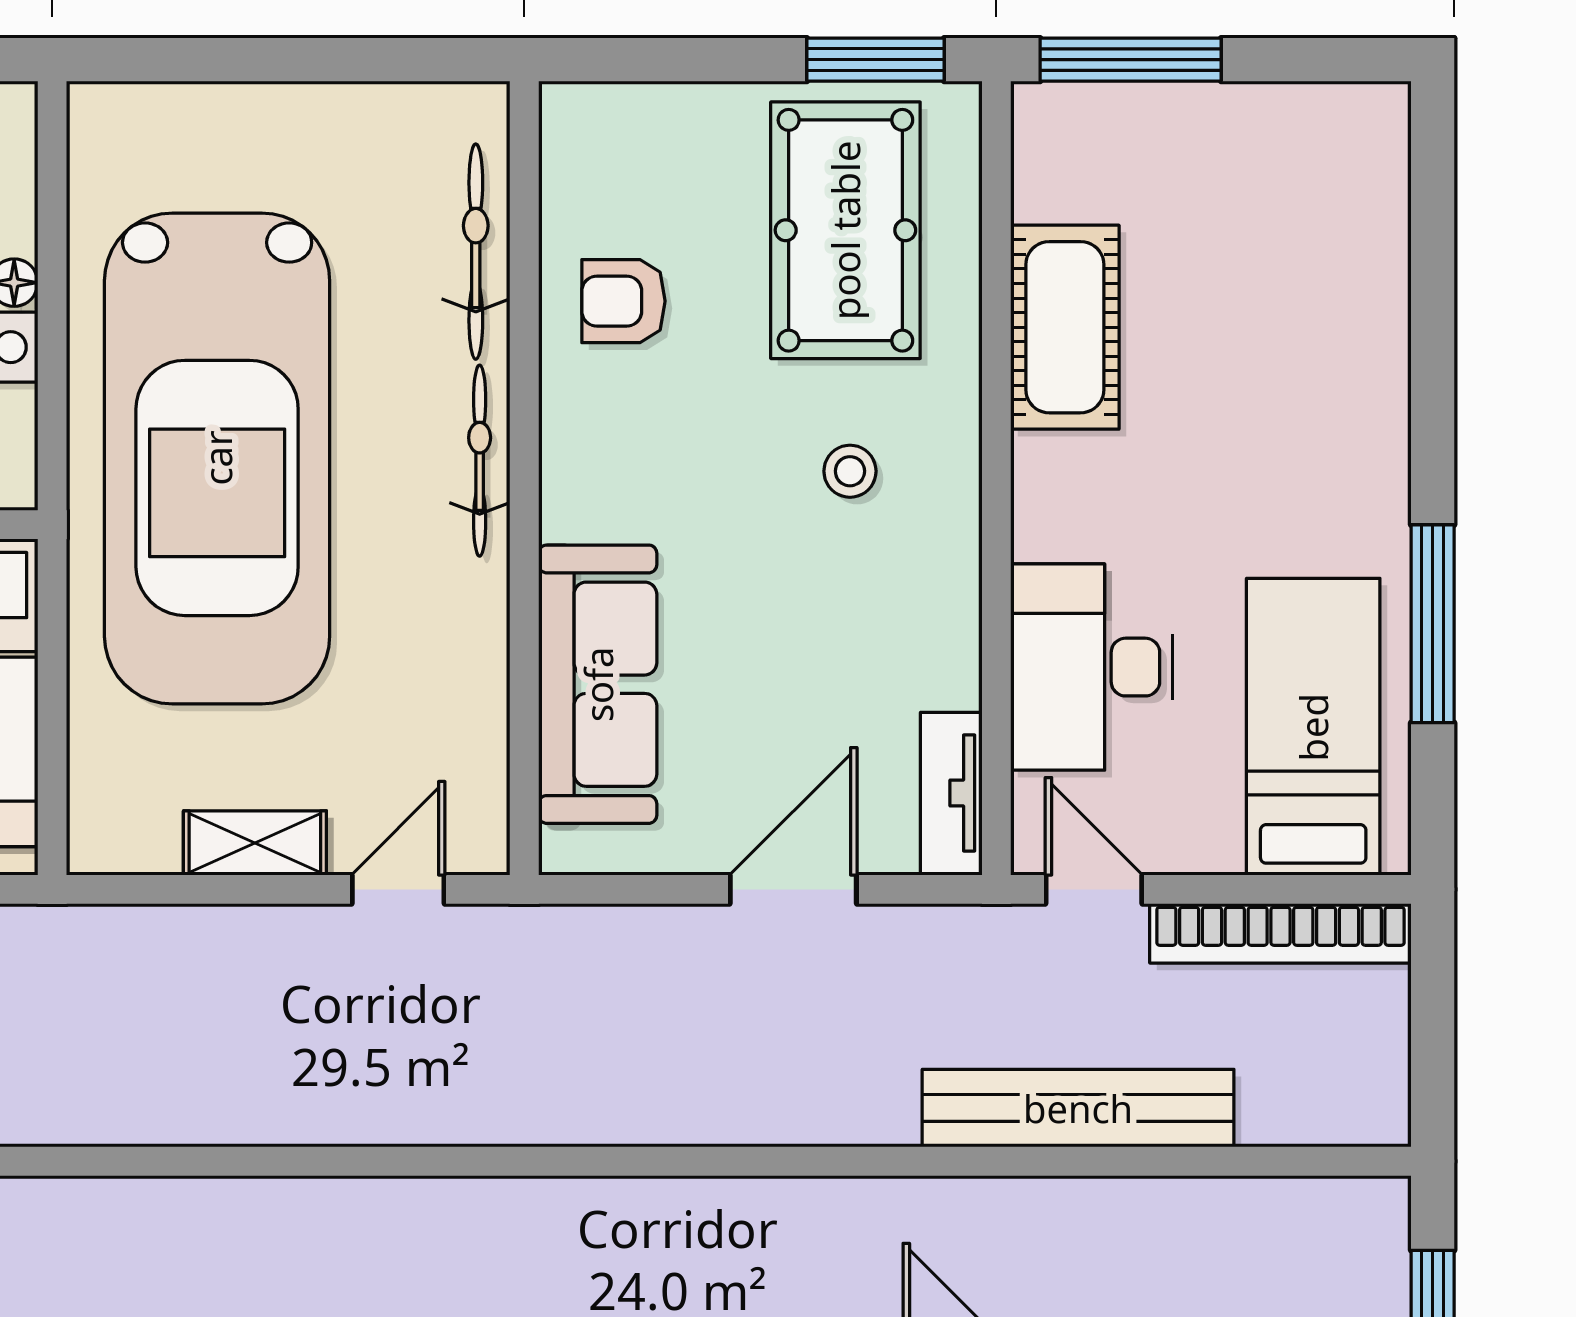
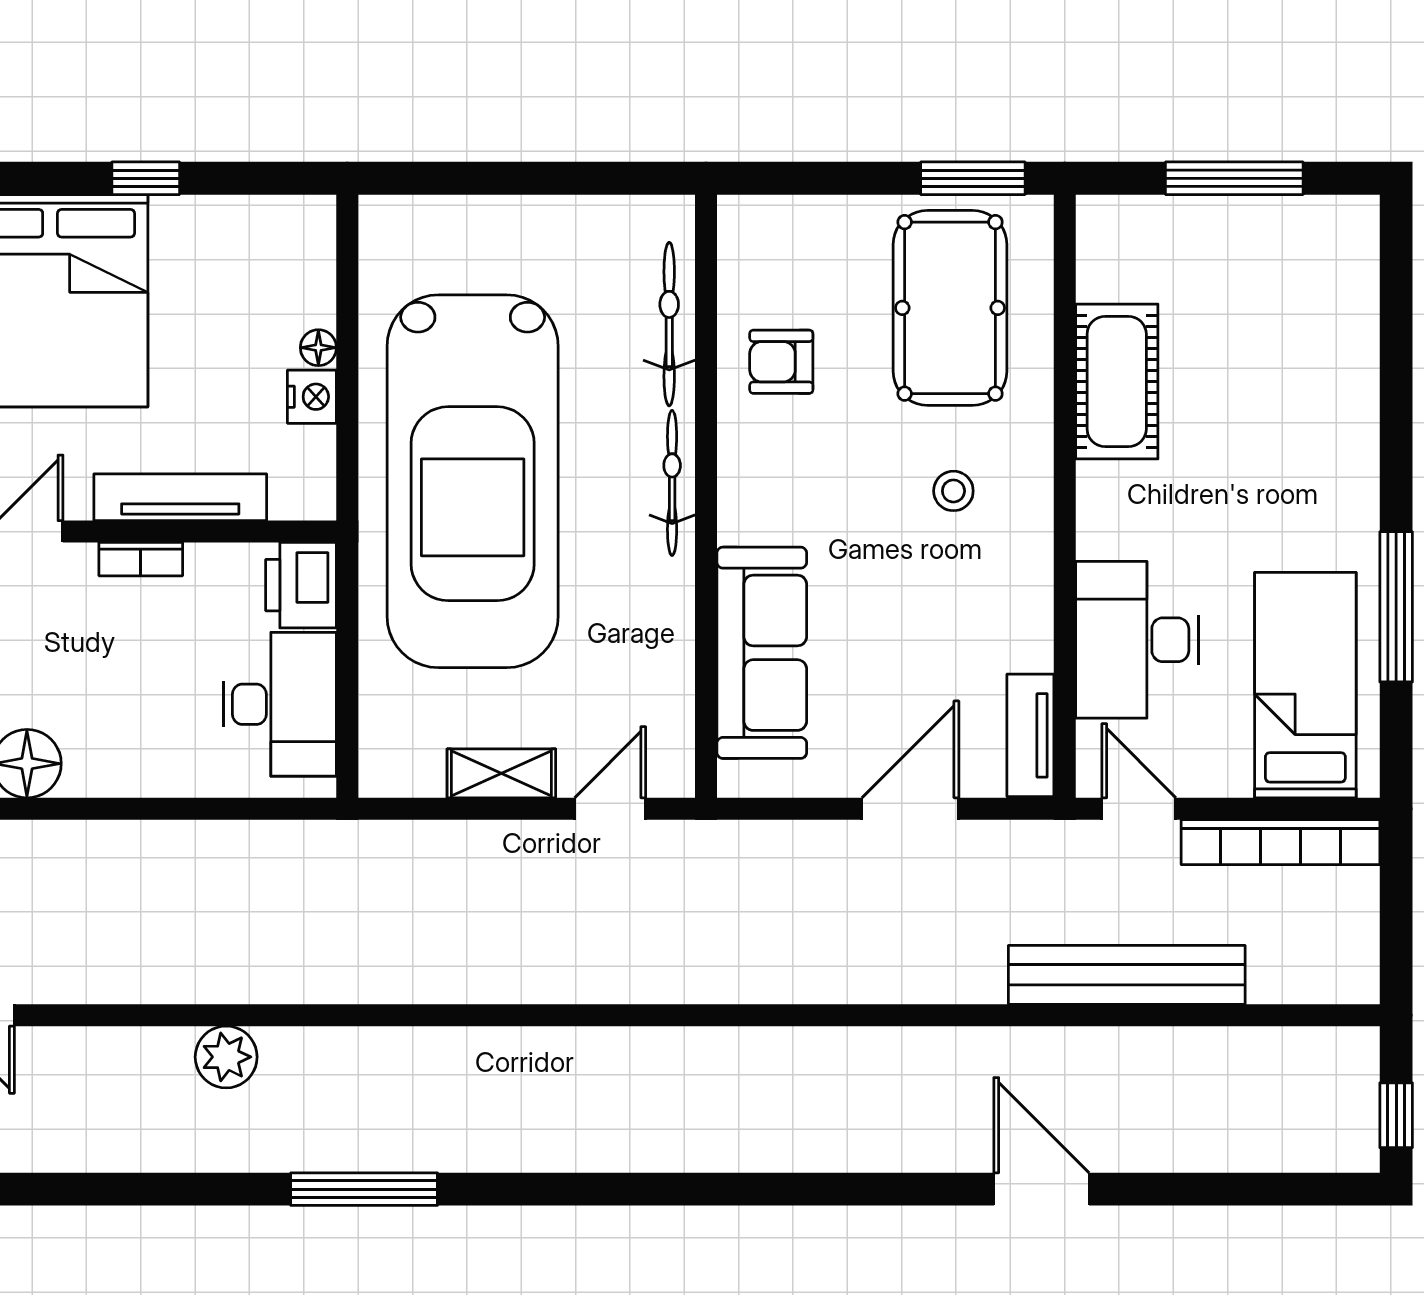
window: (1131, 60) -> (1234, 178), moved

